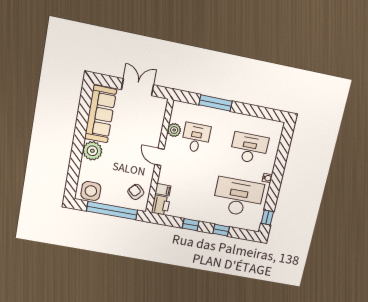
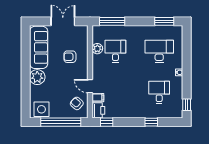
window: (216, 103) -> (112, 21), moved
window: (264, 113) -> (164, 21), added
armchair: (138, 133) -> (70, 57), added
door: (159, 157) -> (90, 86), moved
desk: (238, 197) -> (159, 92), width x0.53, depth x0.77
window: (191, 225) -> (107, 122), moved

